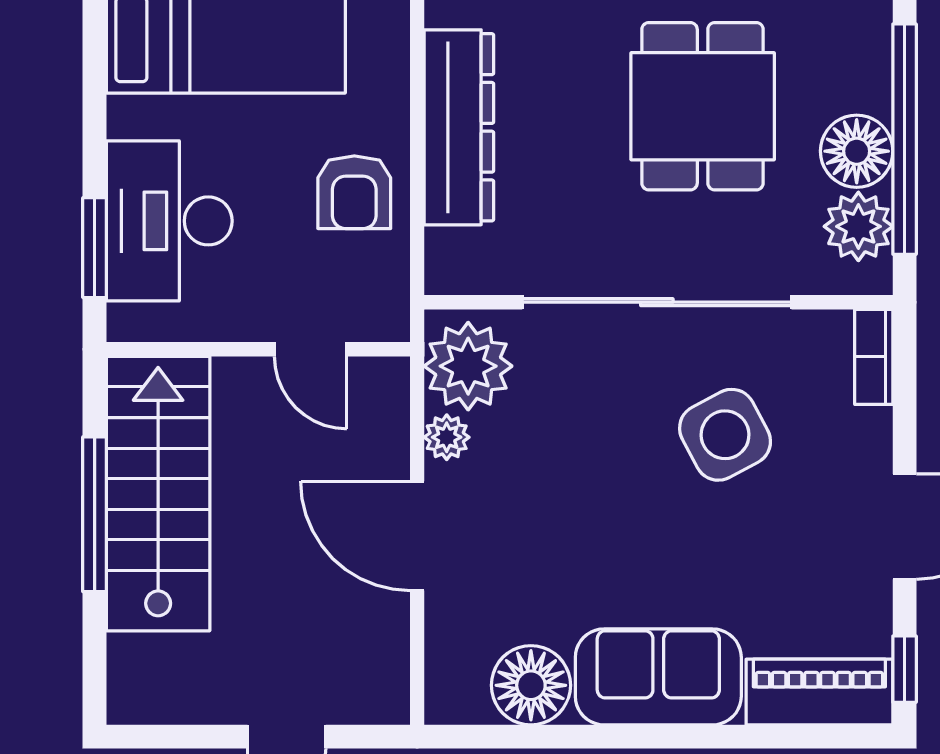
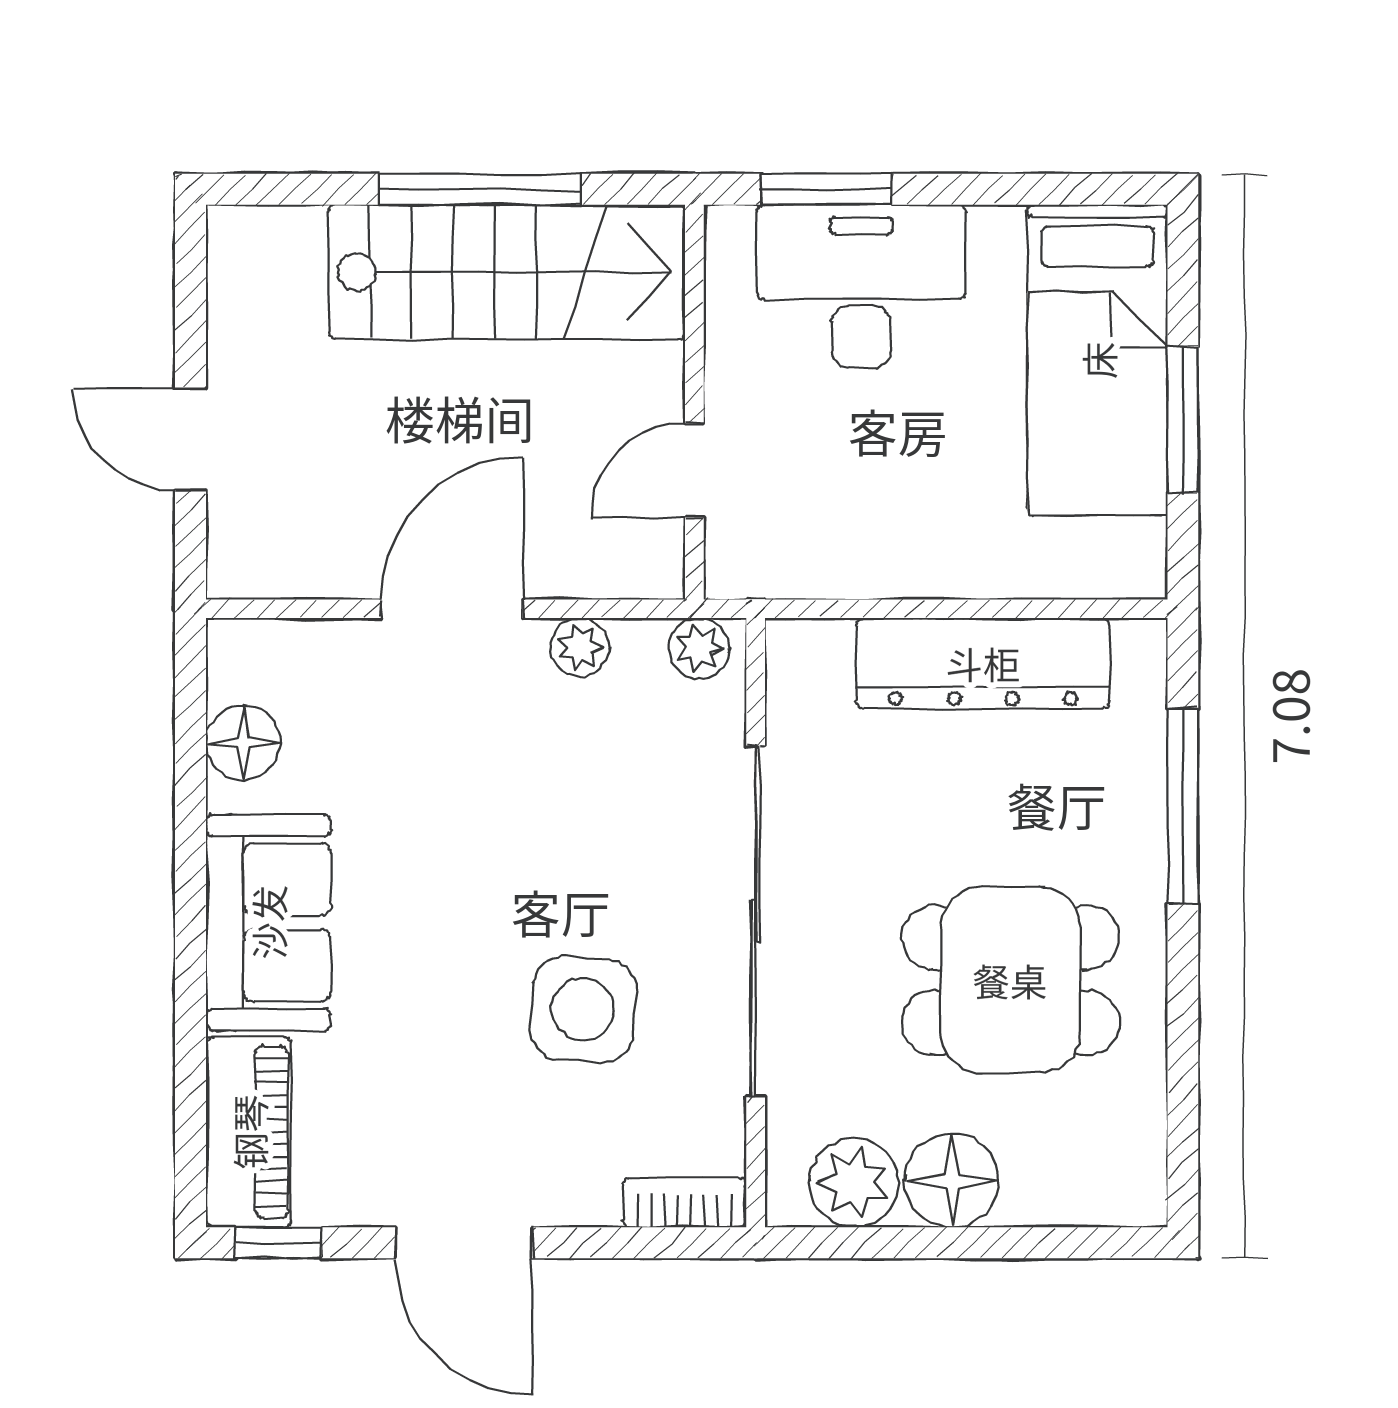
window: (905, 139) -> (968, 1243), removed
armchair: (354, 192) -> (899, 527), removed
plant: (468, 366) -> (699, 648), width x0.53, depth x0.53
side table: (725, 435) -> (583, 1009), turned 33
floor lamp: (531, 685) -> (243, 743), width x0.73, depth x0.73

